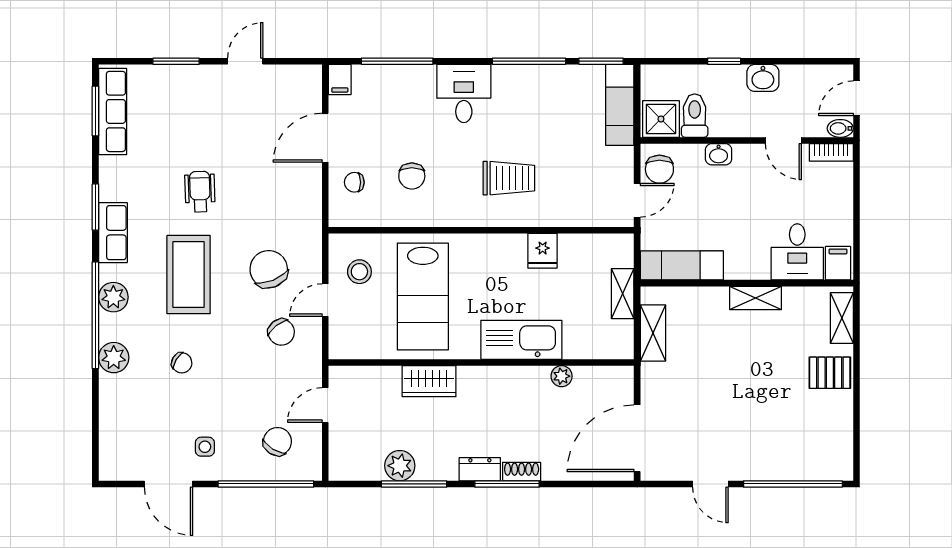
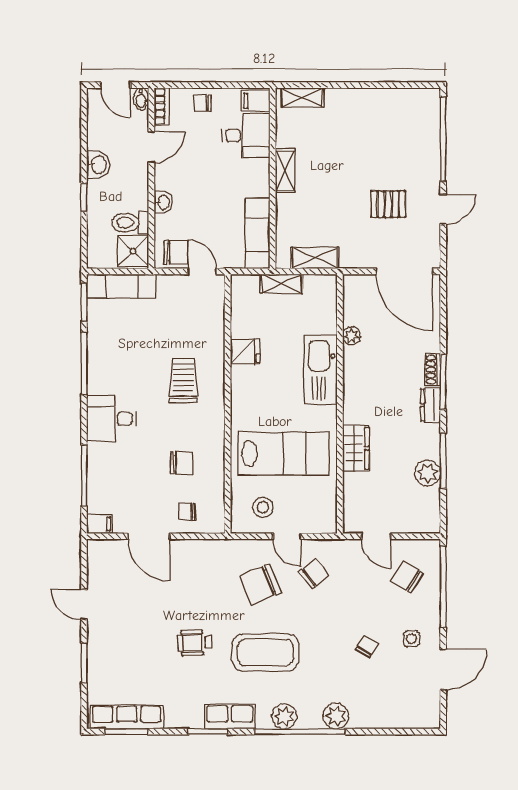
chair: (354, 182) -> (187, 512), turned 90
chair: (835, 201) -> (202, 103), added
chair: (182, 363) -> (367, 646), moved
pallet: (830, 373) -> (388, 204), moved, turned 90

